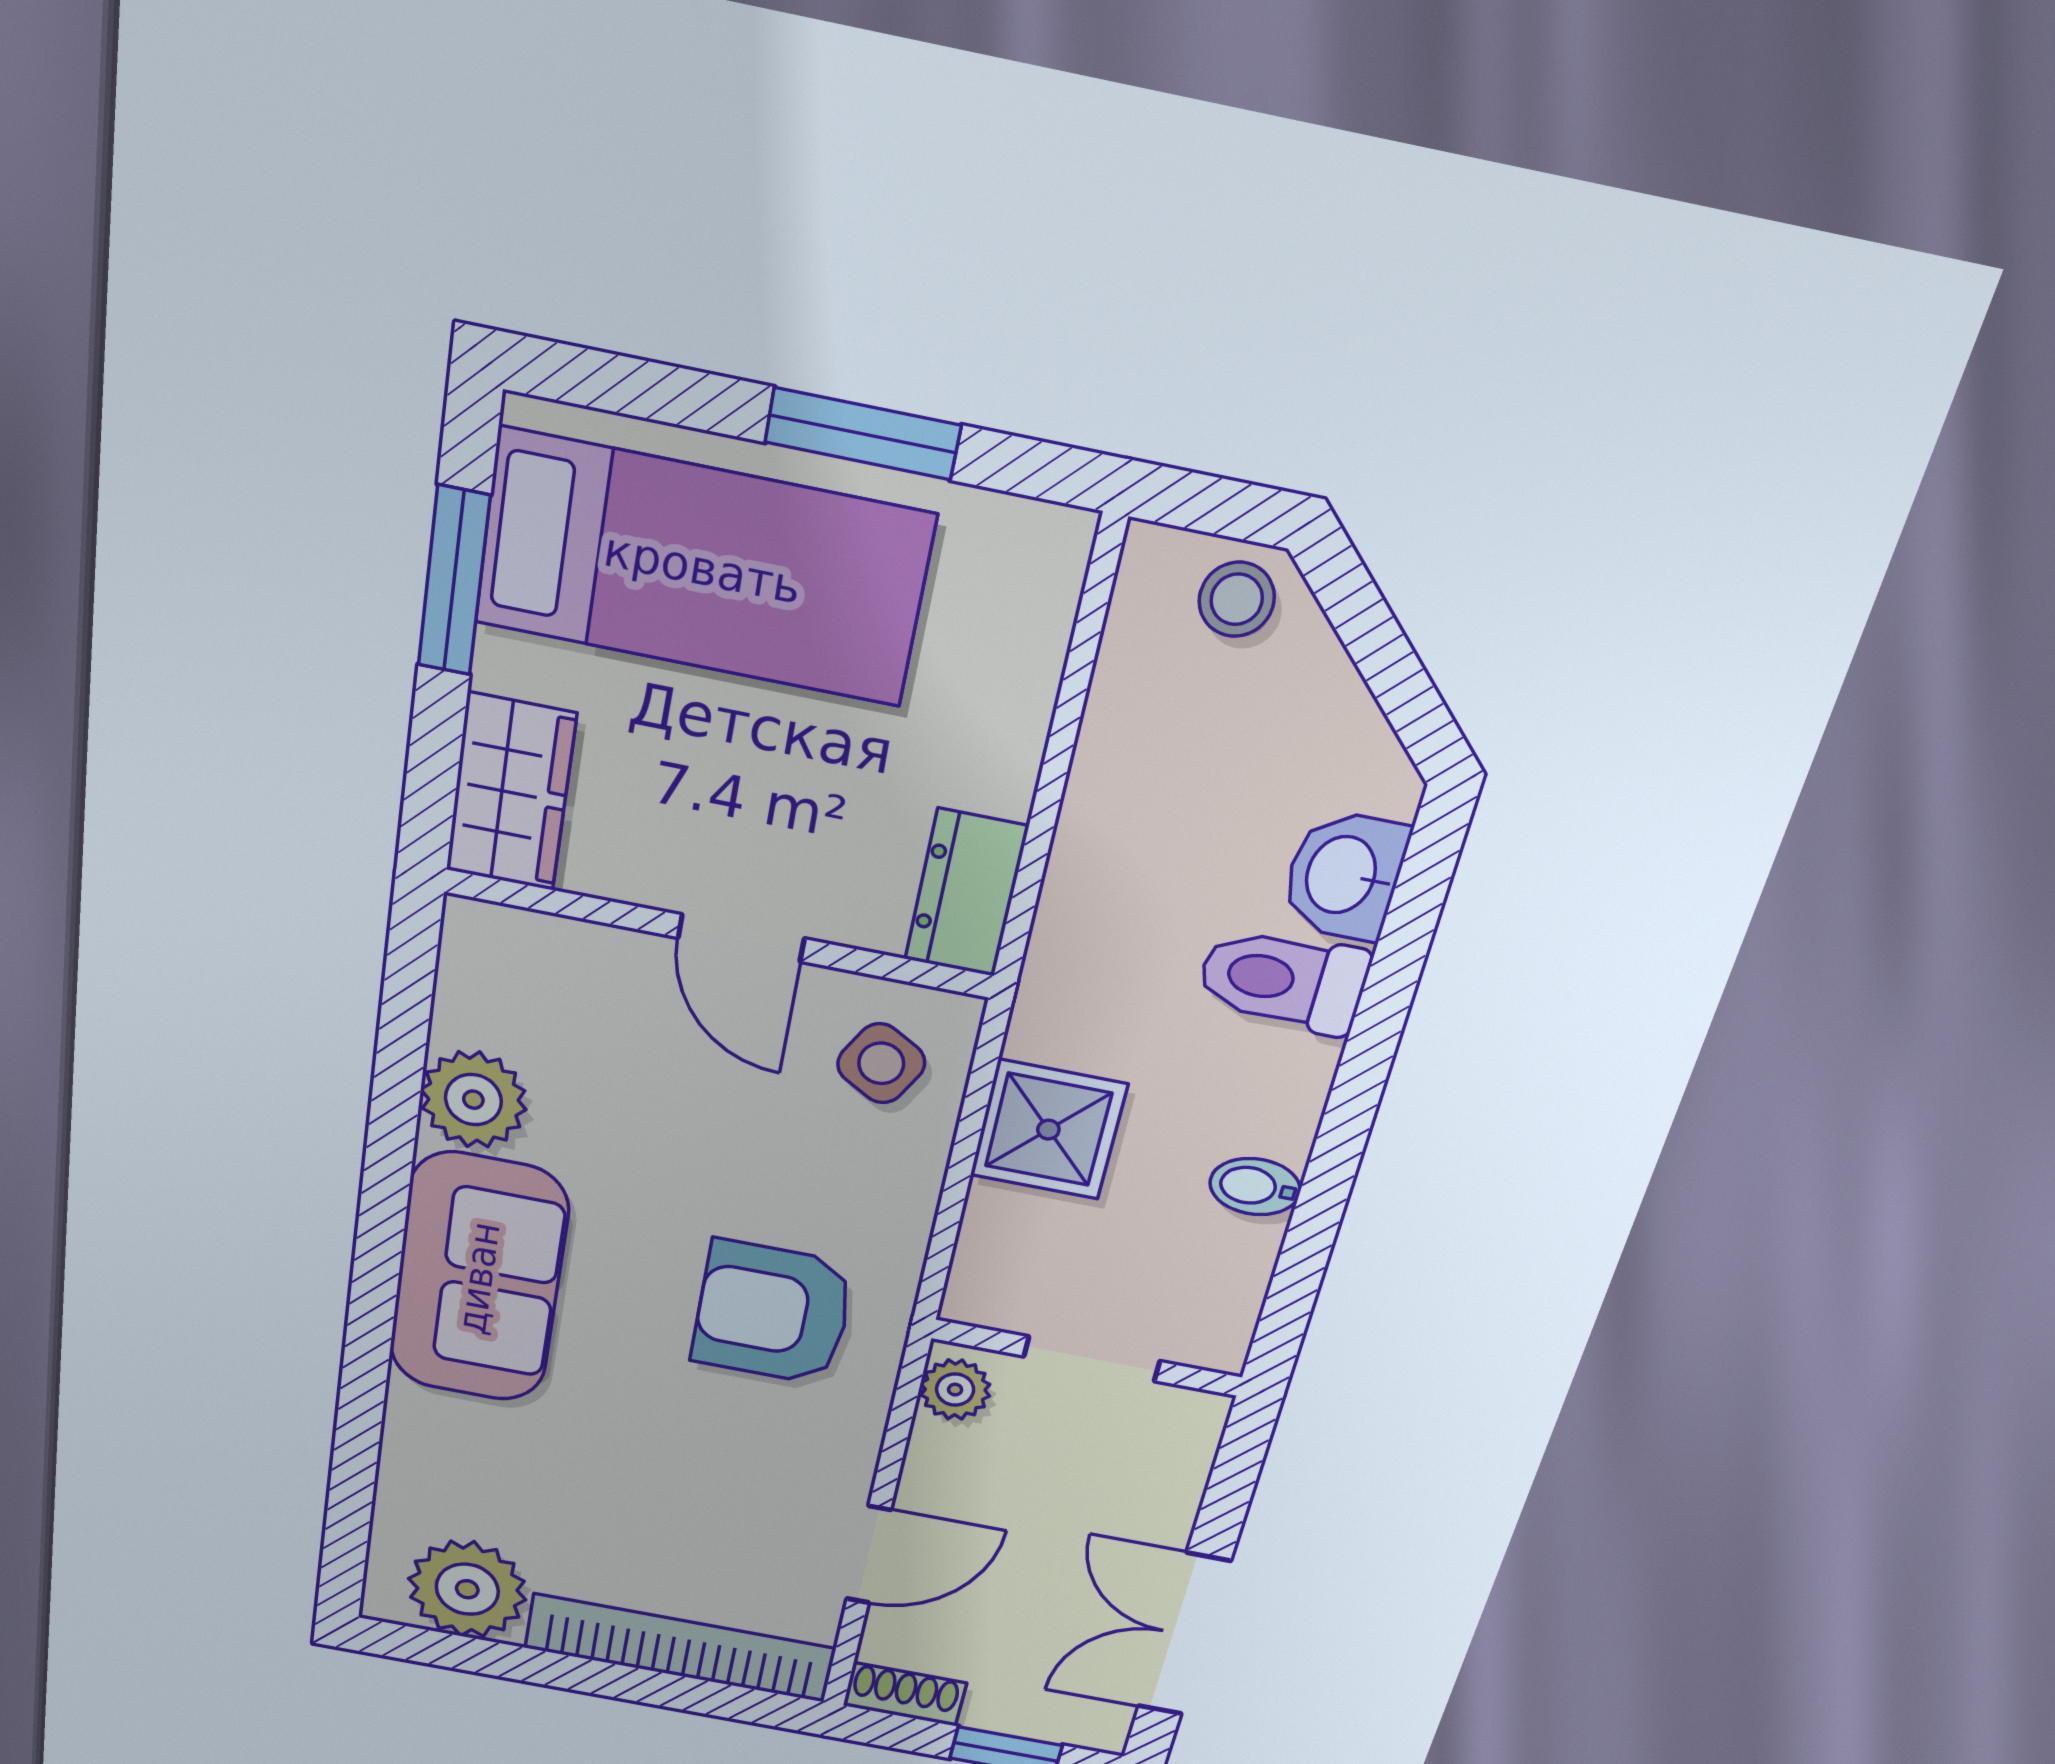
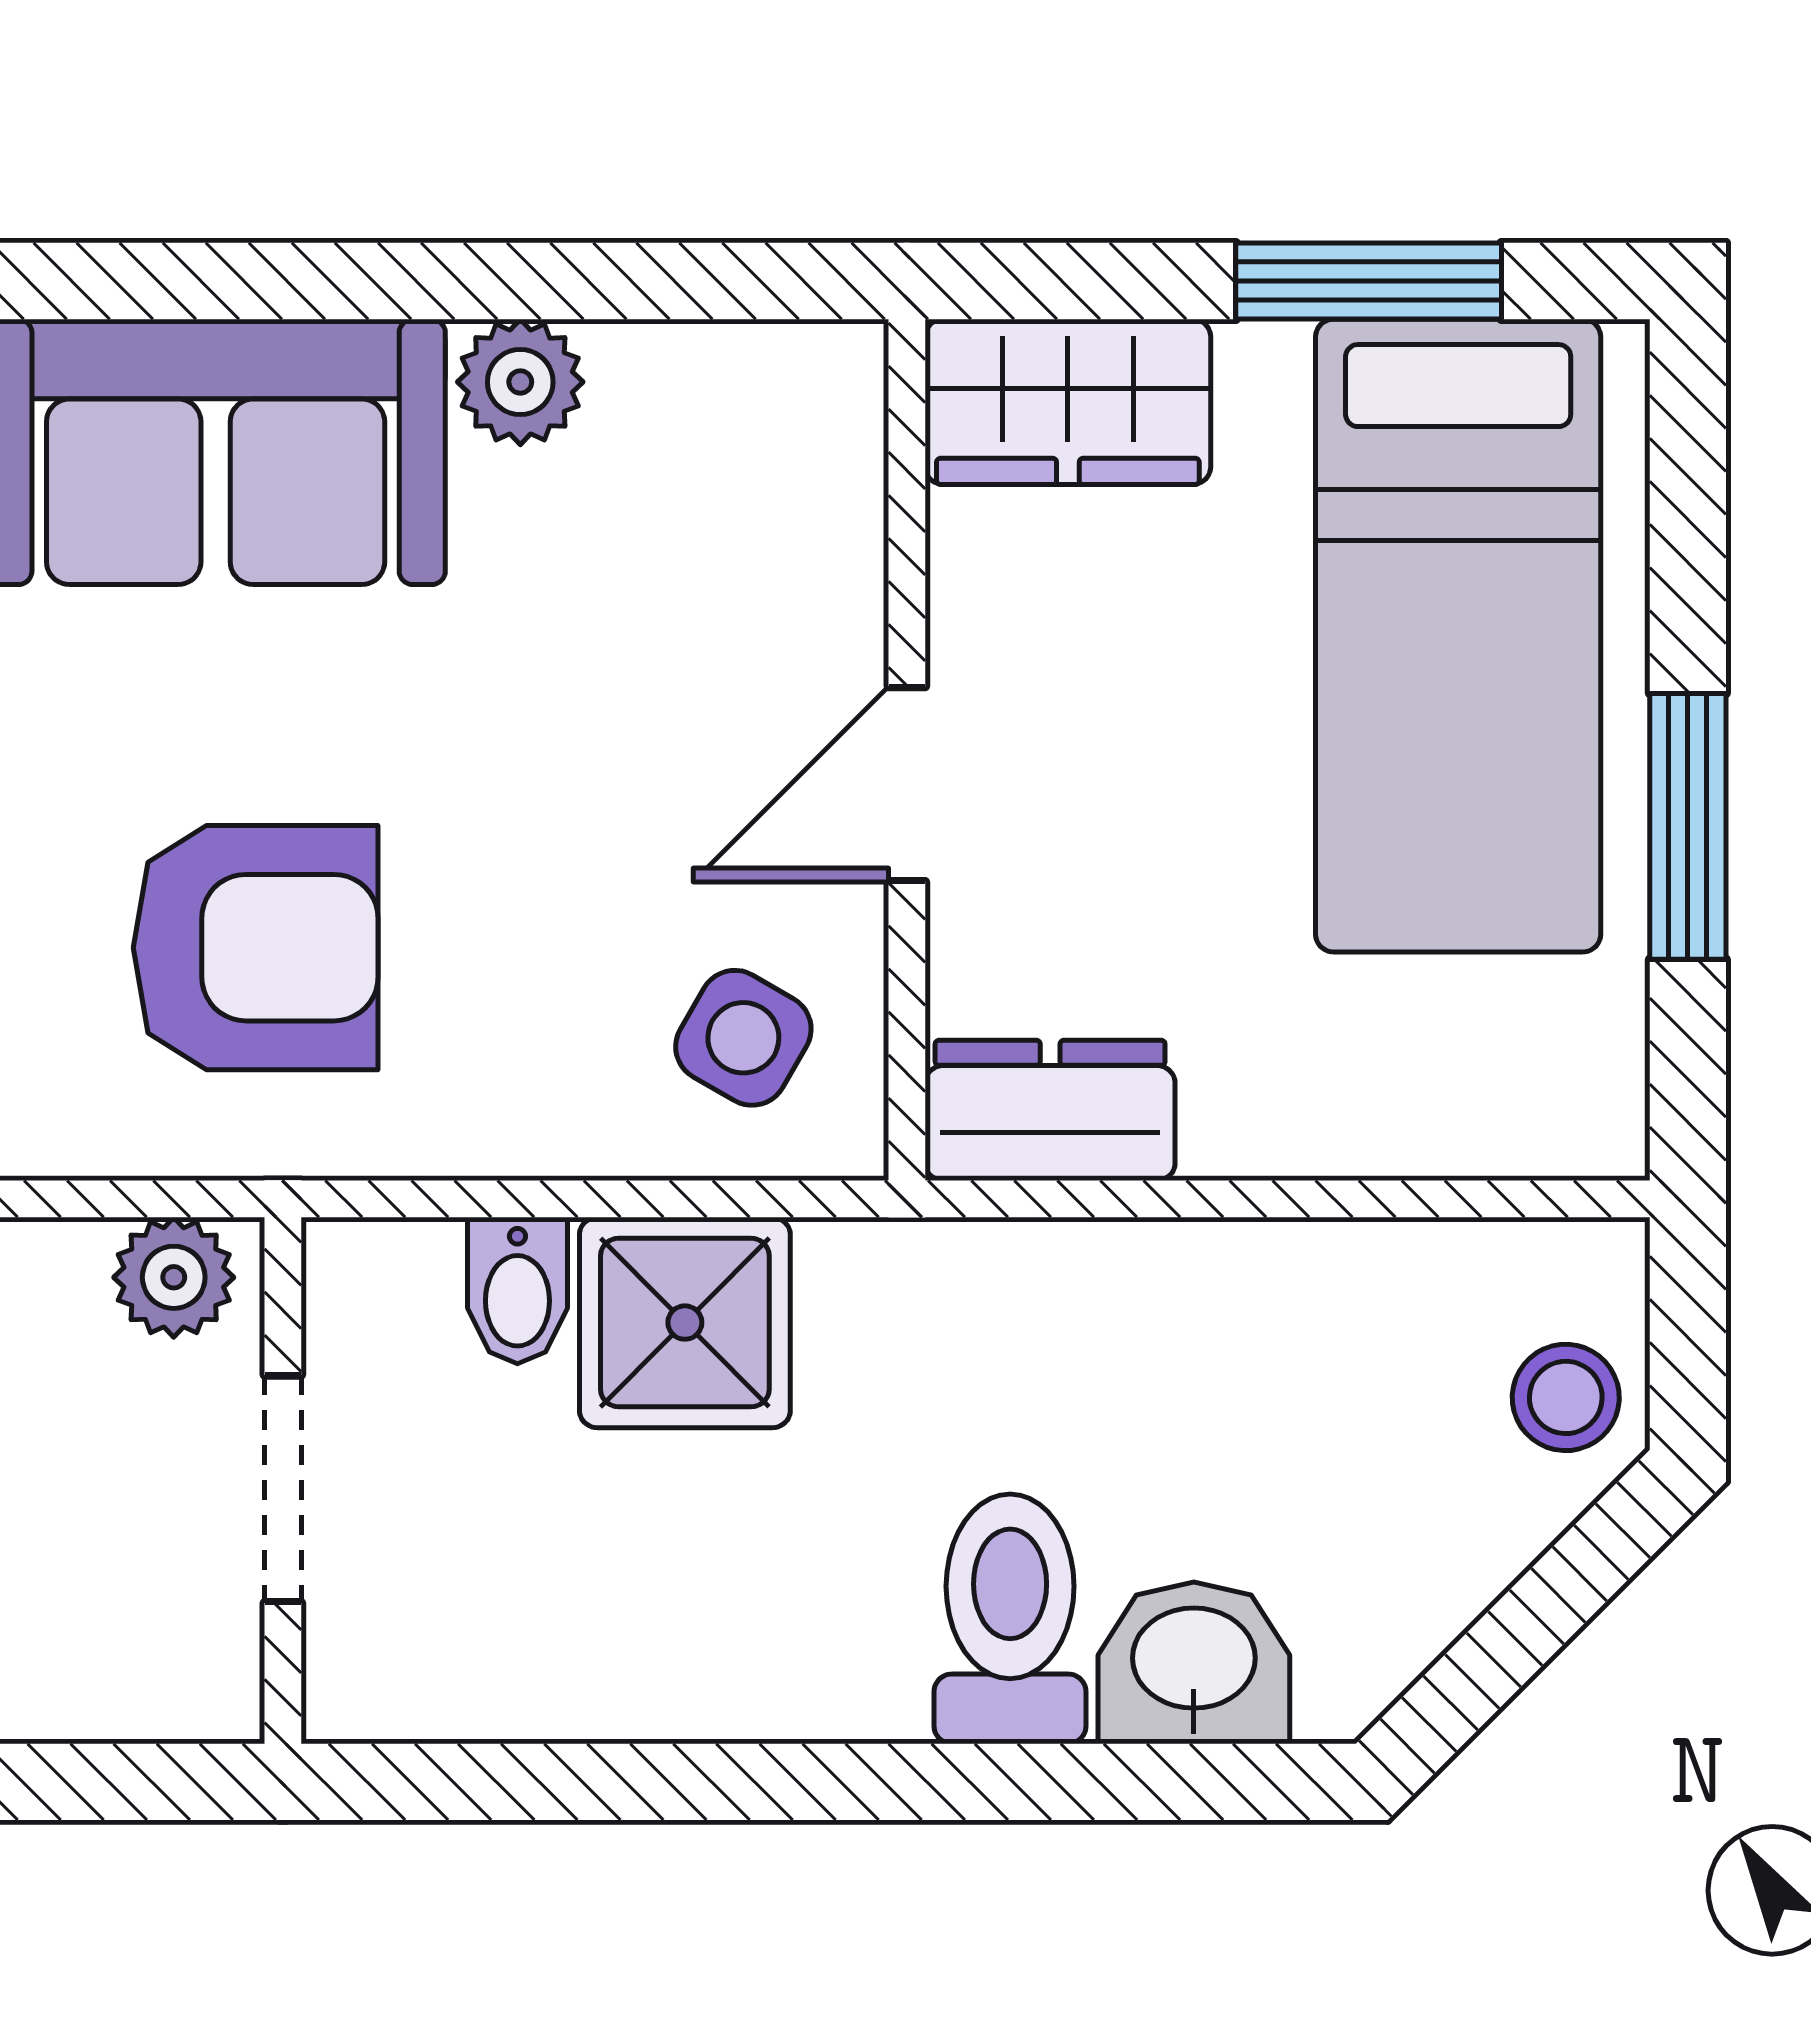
plant: (473, 1100) -> (520, 382), width x0.73, depth x0.73
bidet: (1255, 1187) -> (517, 1290), moved, turned 180
armchair: (773, 1313) -> (256, 948), turned 90

